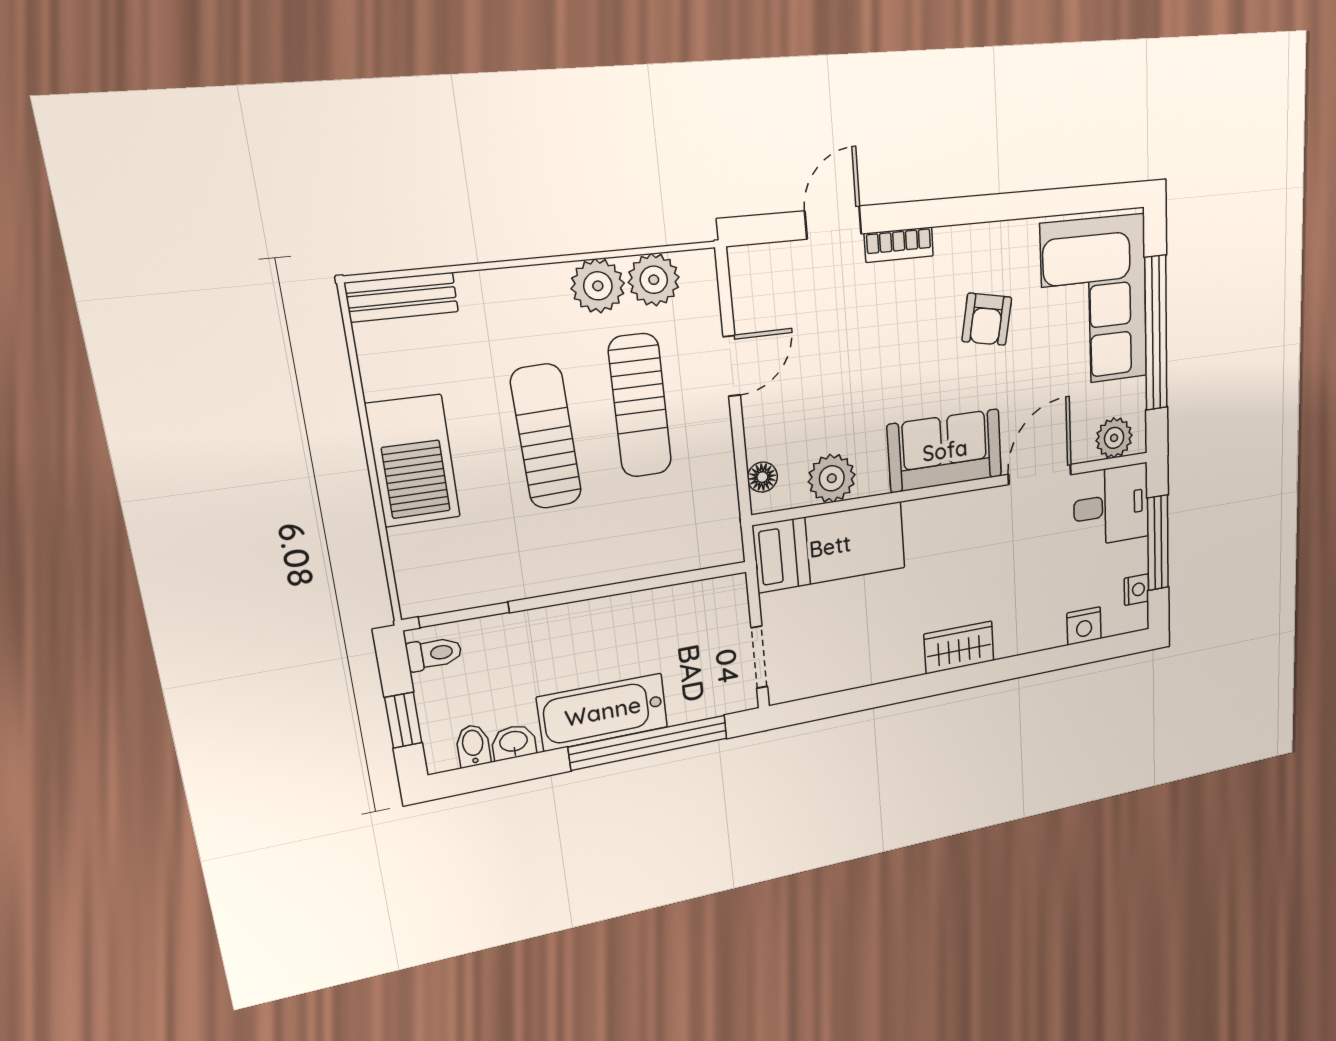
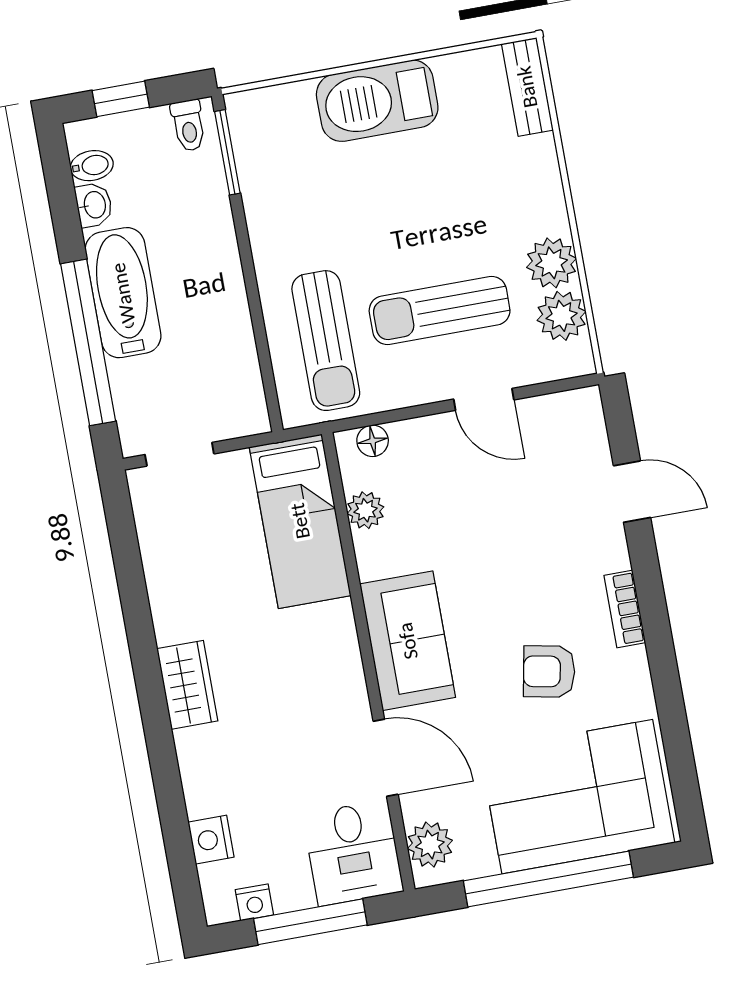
bookcase: (899, 245) -> (625, 609), moved
sun lounger: (546, 437) -> (326, 341), moved, turned 92
plant: (832, 478) -> (365, 510), width x0.73, depth x0.73

